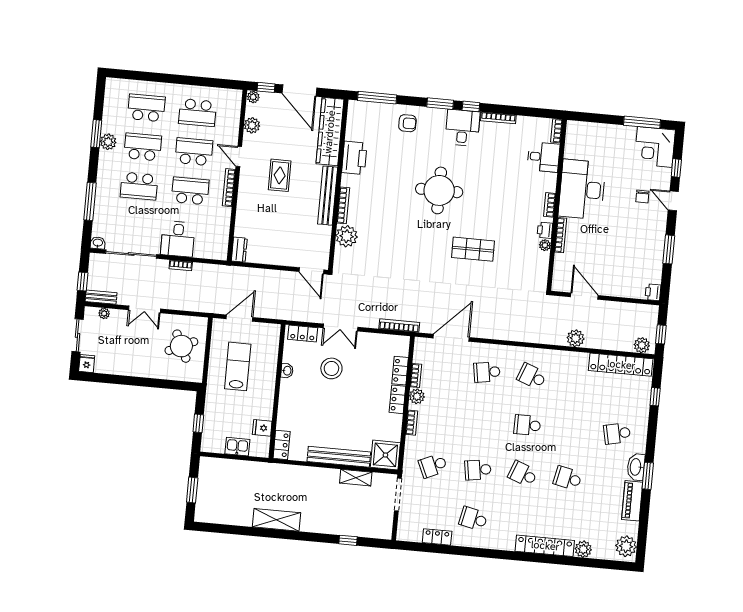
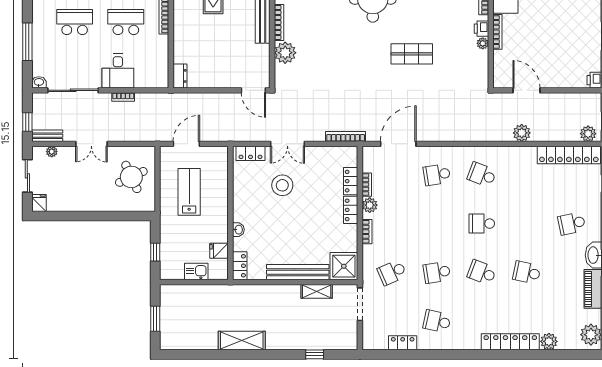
school desk: (139, 186) -> (75, 22), turned 180
washbasin: (287, 371) -> (238, 230), moved

